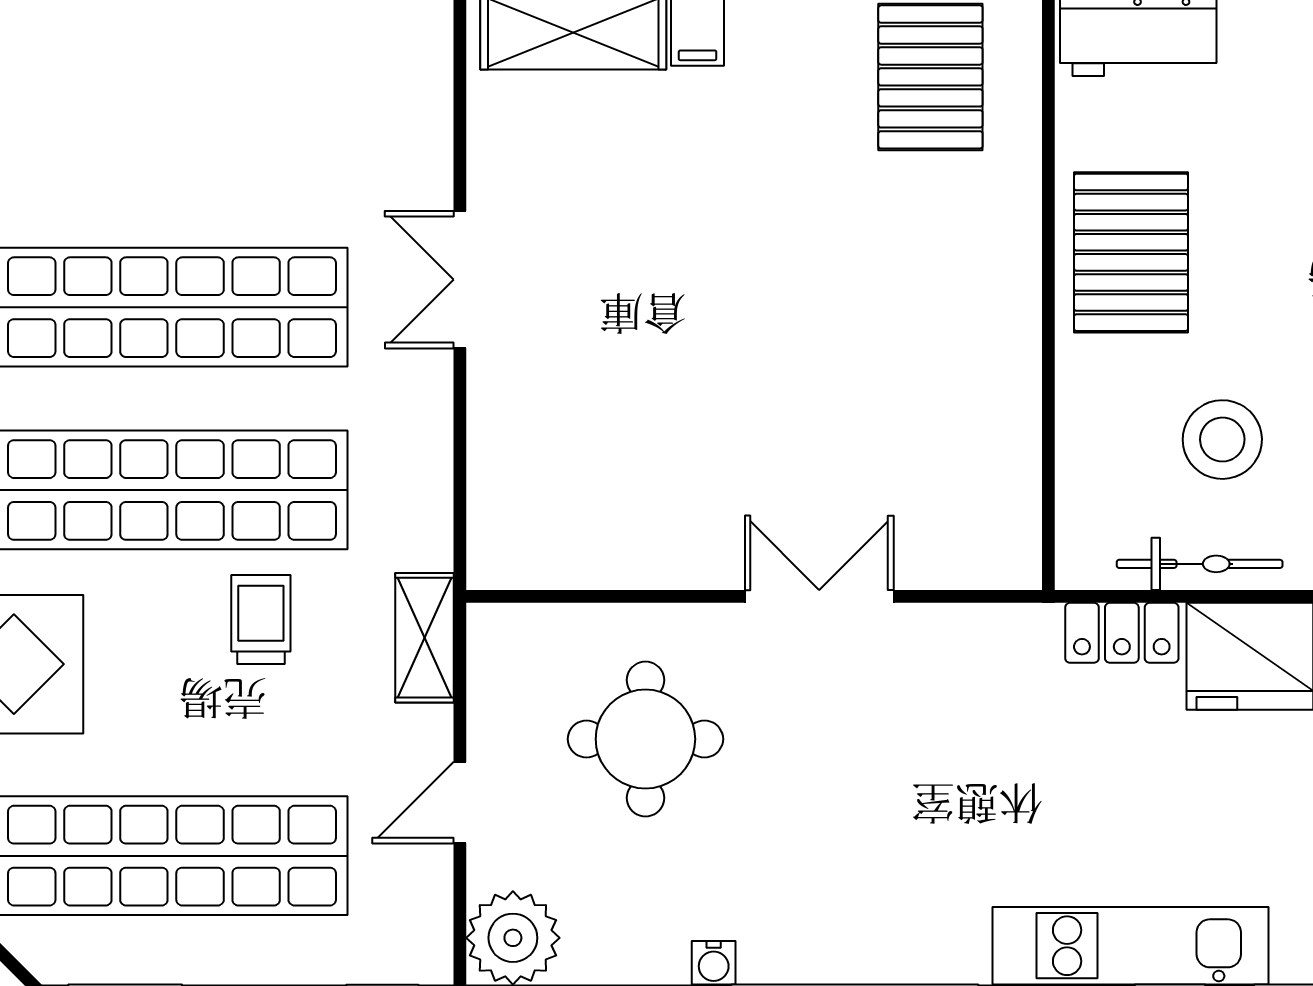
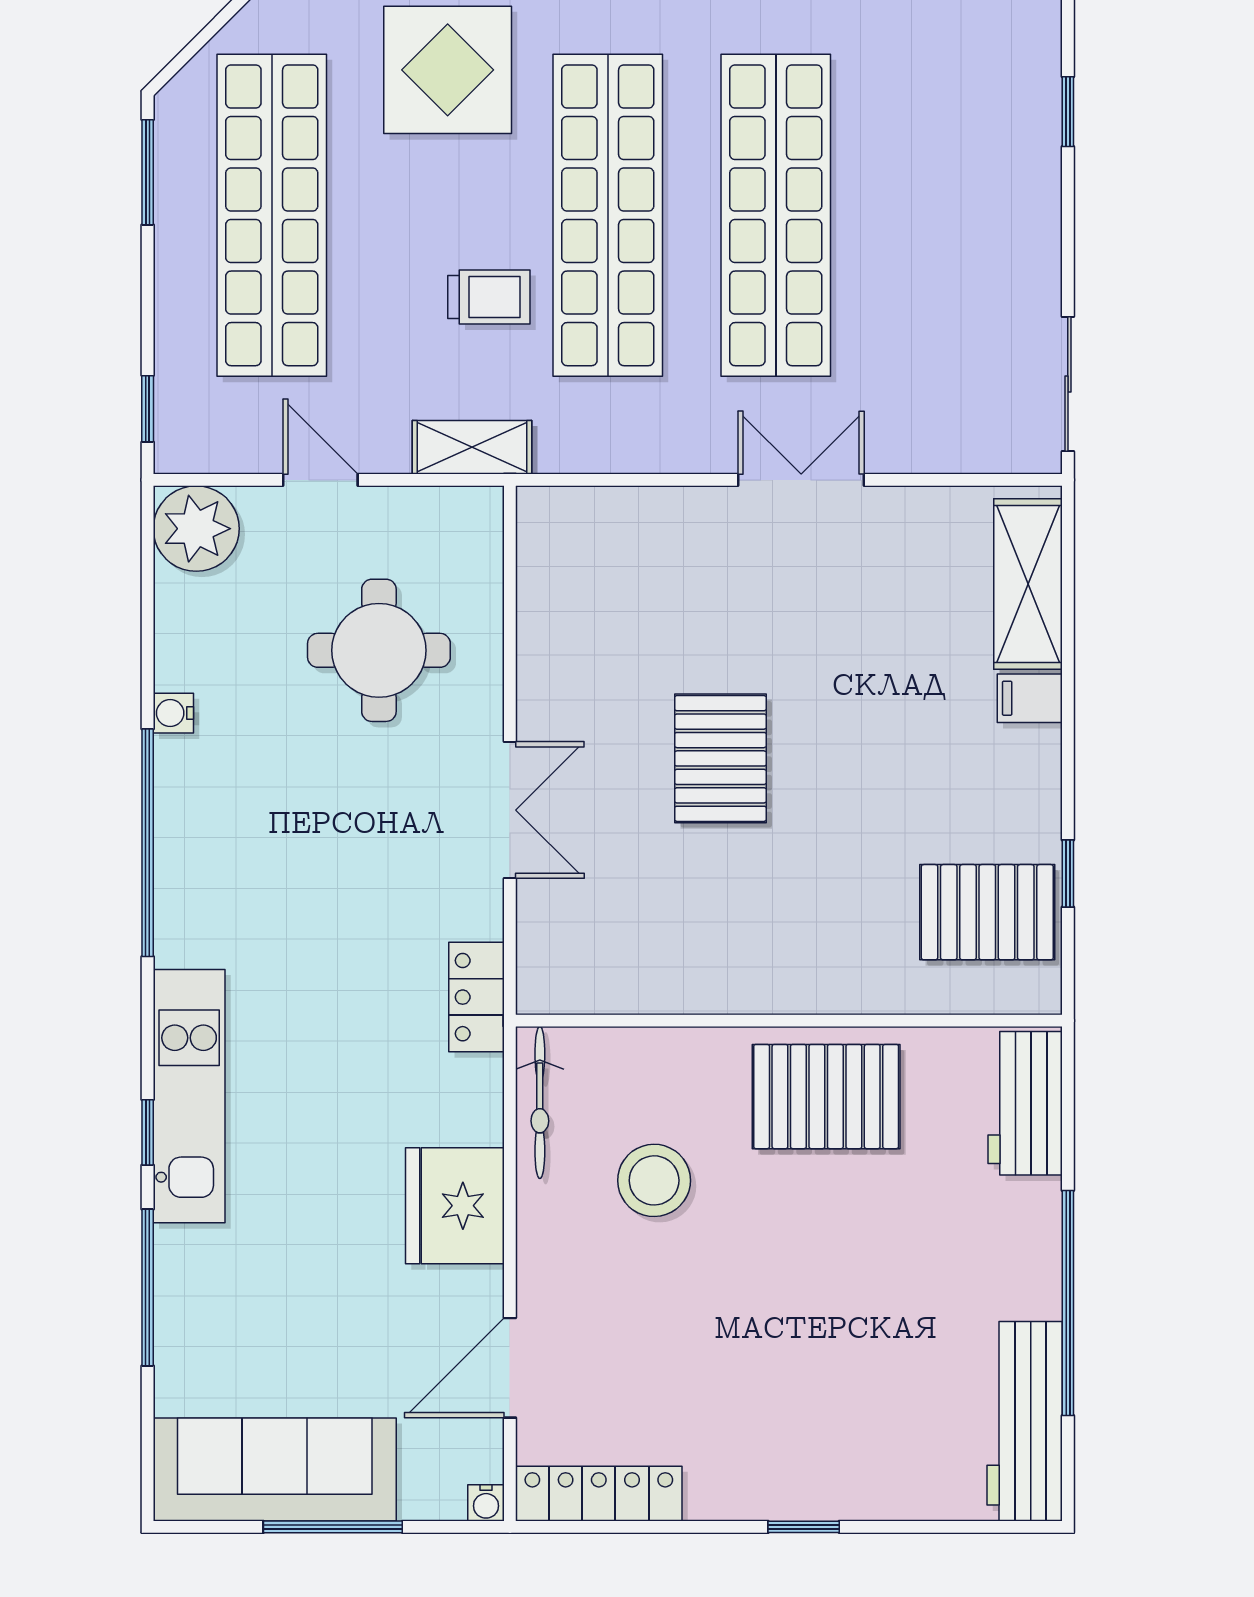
pallet: (763, 367) -> (720, 758), added
bicycle: (1200, 564) -> (540, 1102), moved
locker: (1122, 633) -> (476, 997), moved

